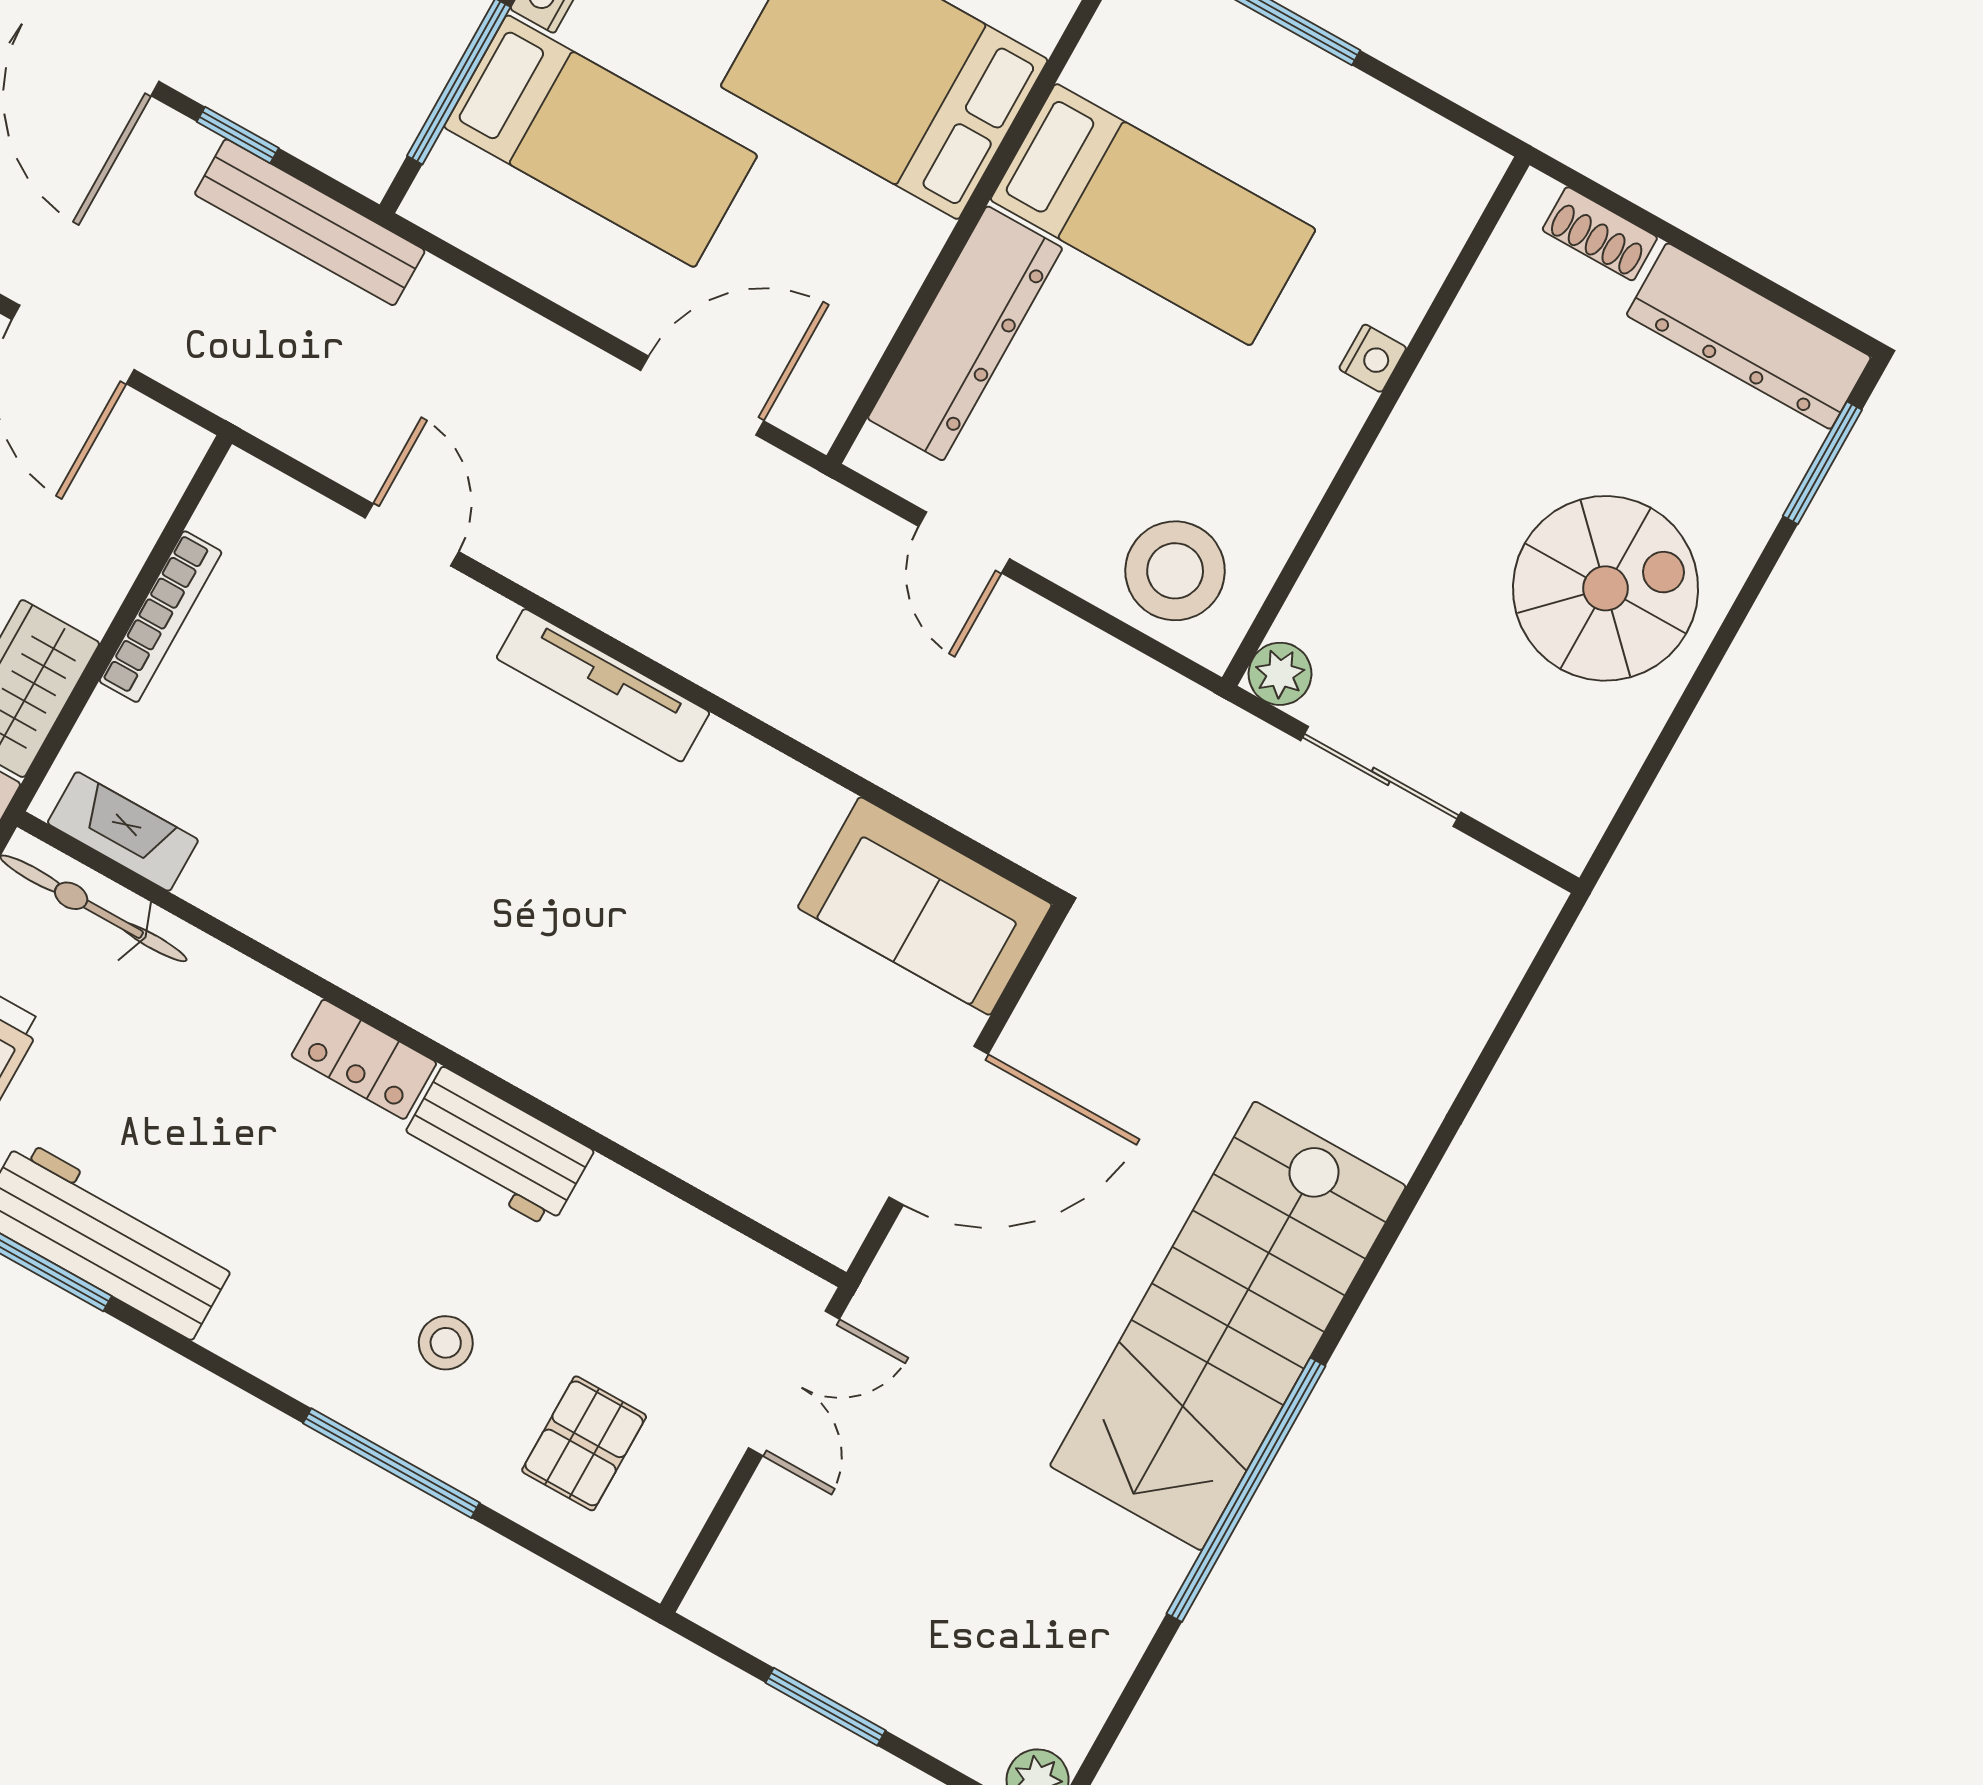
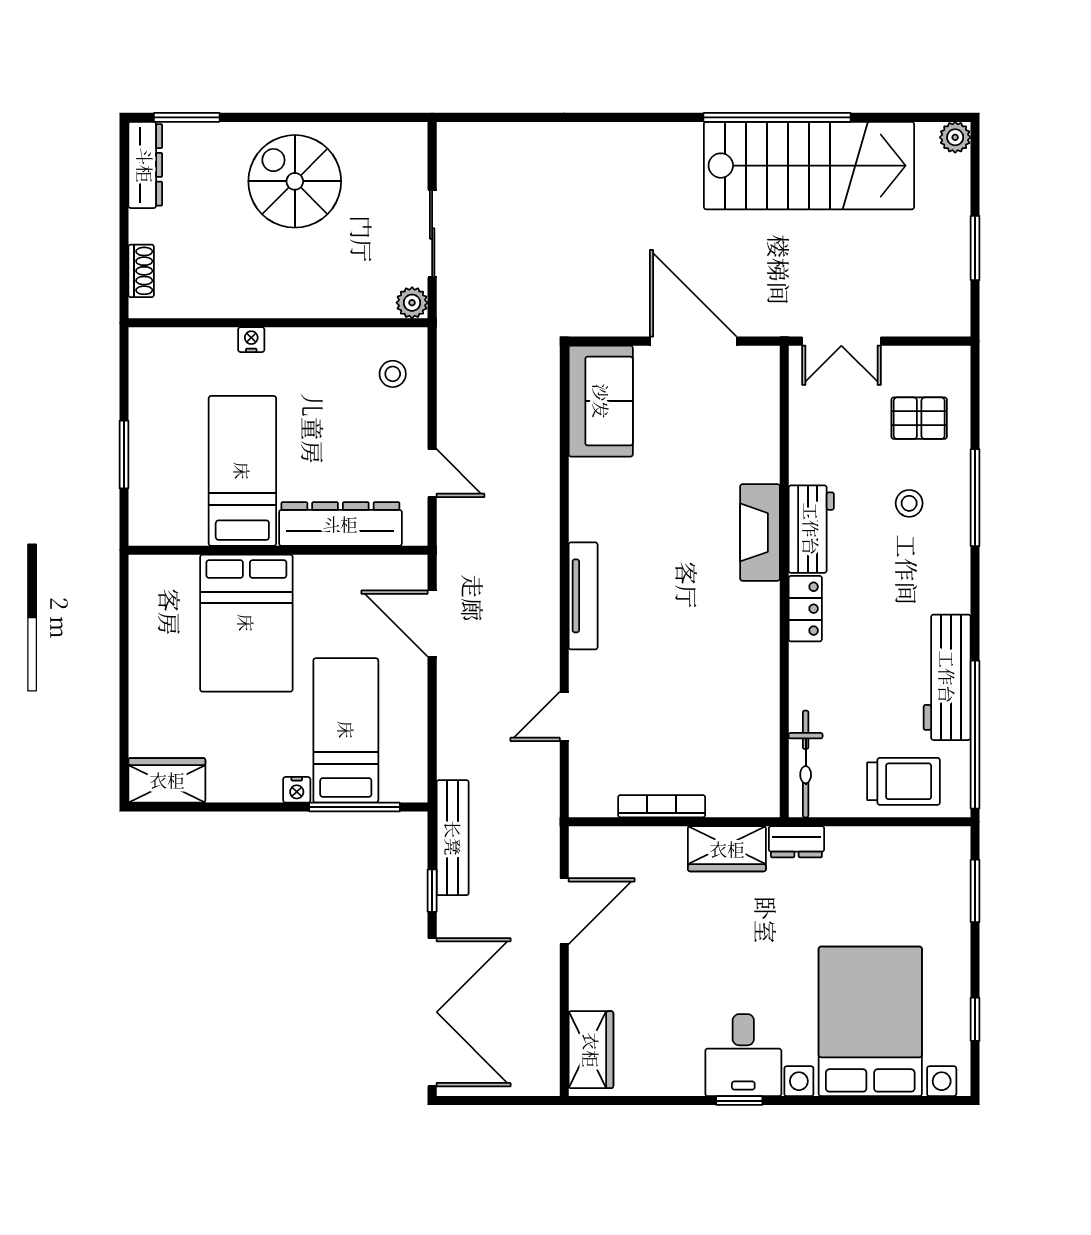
dresser: (1749, 336) -> (145, 165), width x0.73, depth x0.80
door: (964, 543) -> (432, 473), hinge flipped
stool: (1175, 571) -> (393, 374), width x0.53, depth x0.53
fireplace: (123, 832) -> (760, 532), moved, width x1.37, depth x1.32
stairs: (1228, 1326) -> (809, 166), moved
double door: (794, 1383) -> (841, 341), swing flipped

